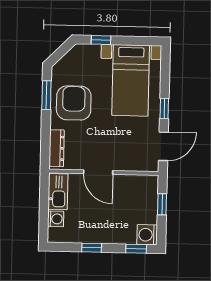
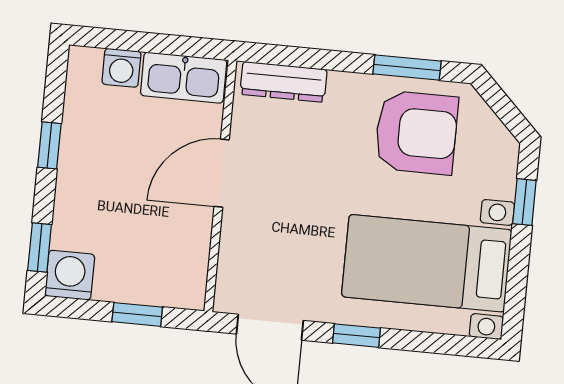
armchair: (74, 103) -> (416, 133), moved

